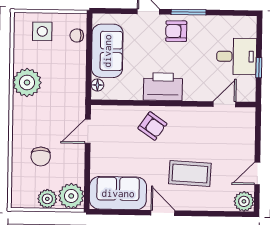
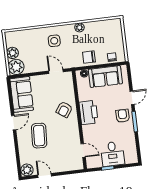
side table: (42, 31) -> (54, 41), moved
plant: (27, 82) -> (79, 27), width x0.53, depth x0.53
chair: (41, 157) -> (89, 57), moved

